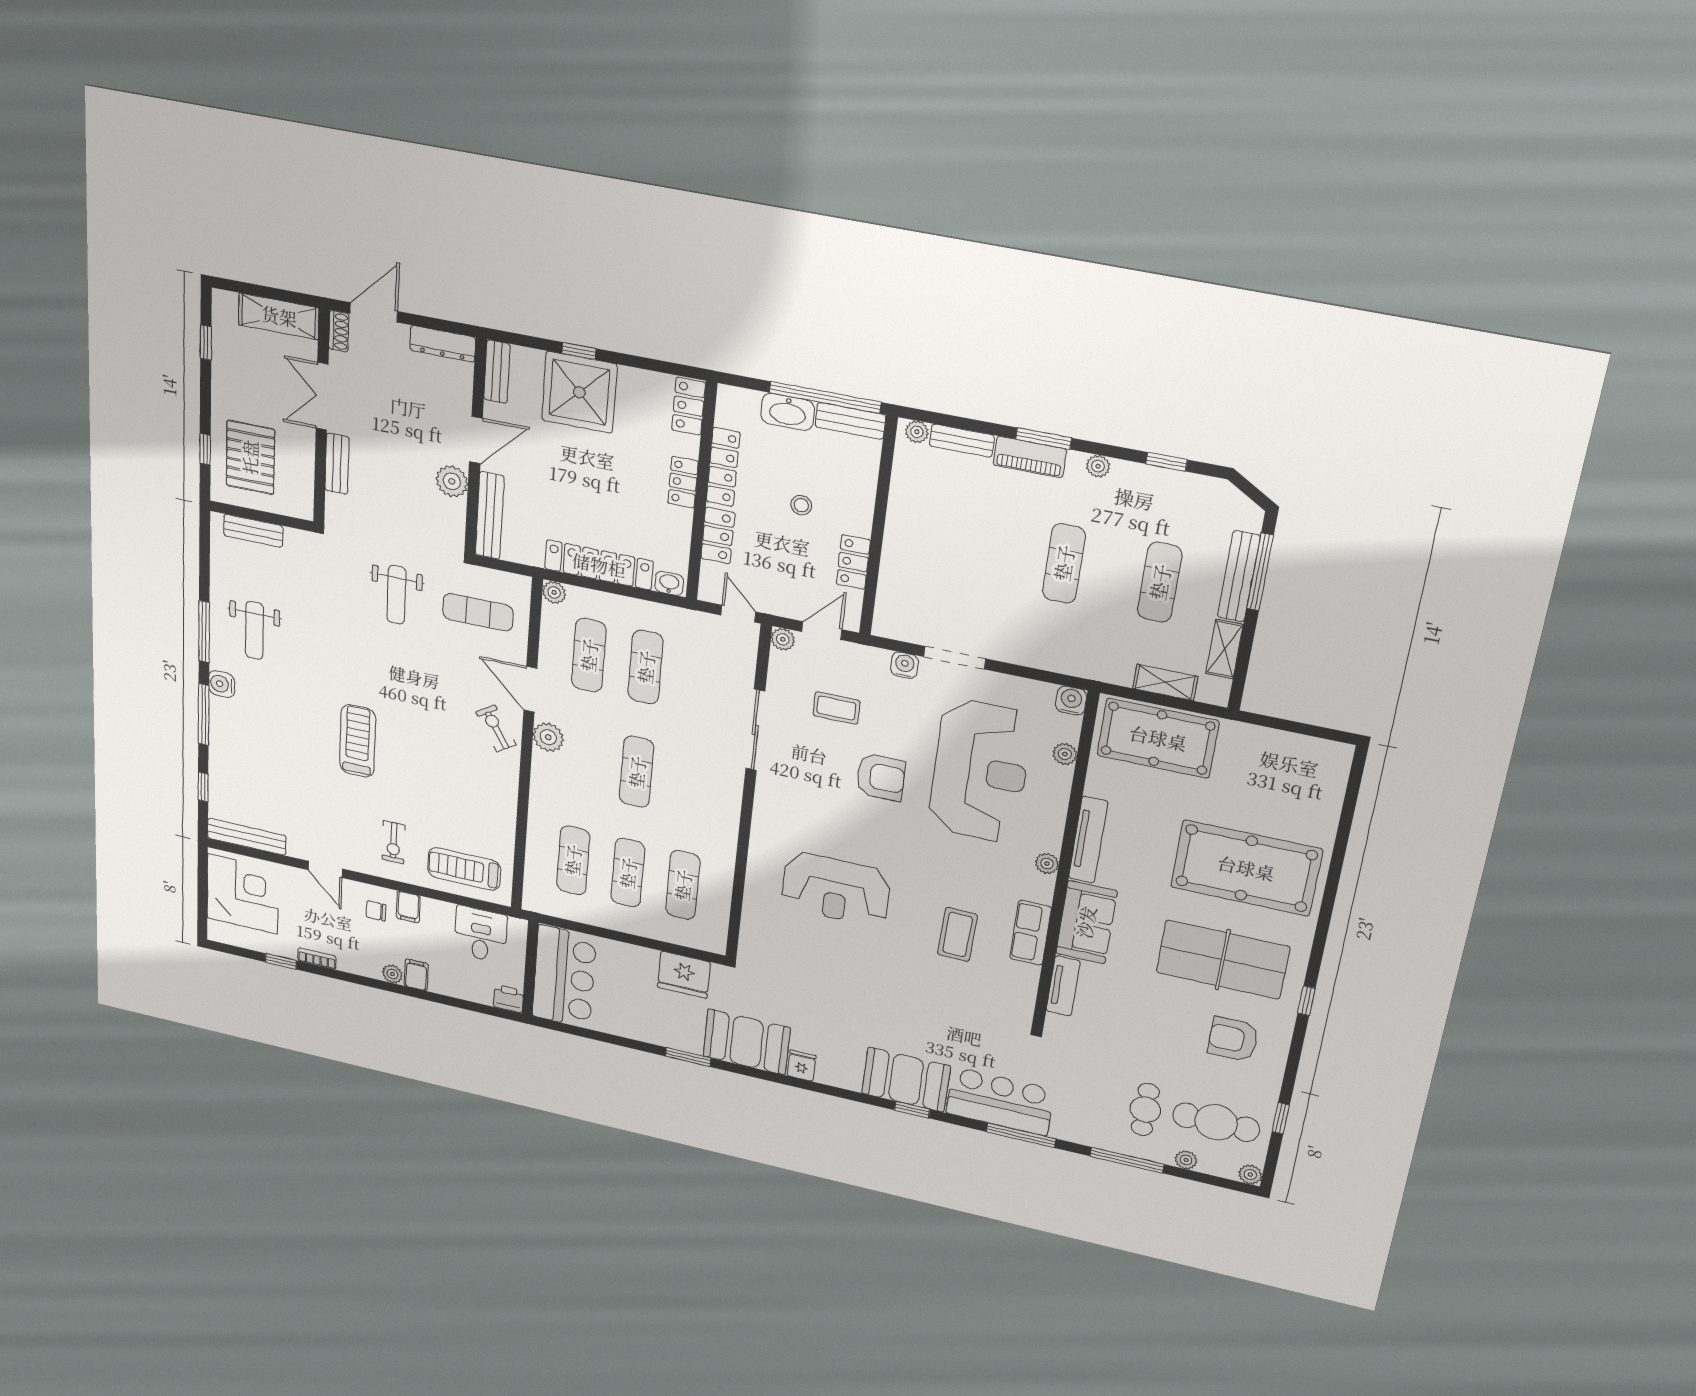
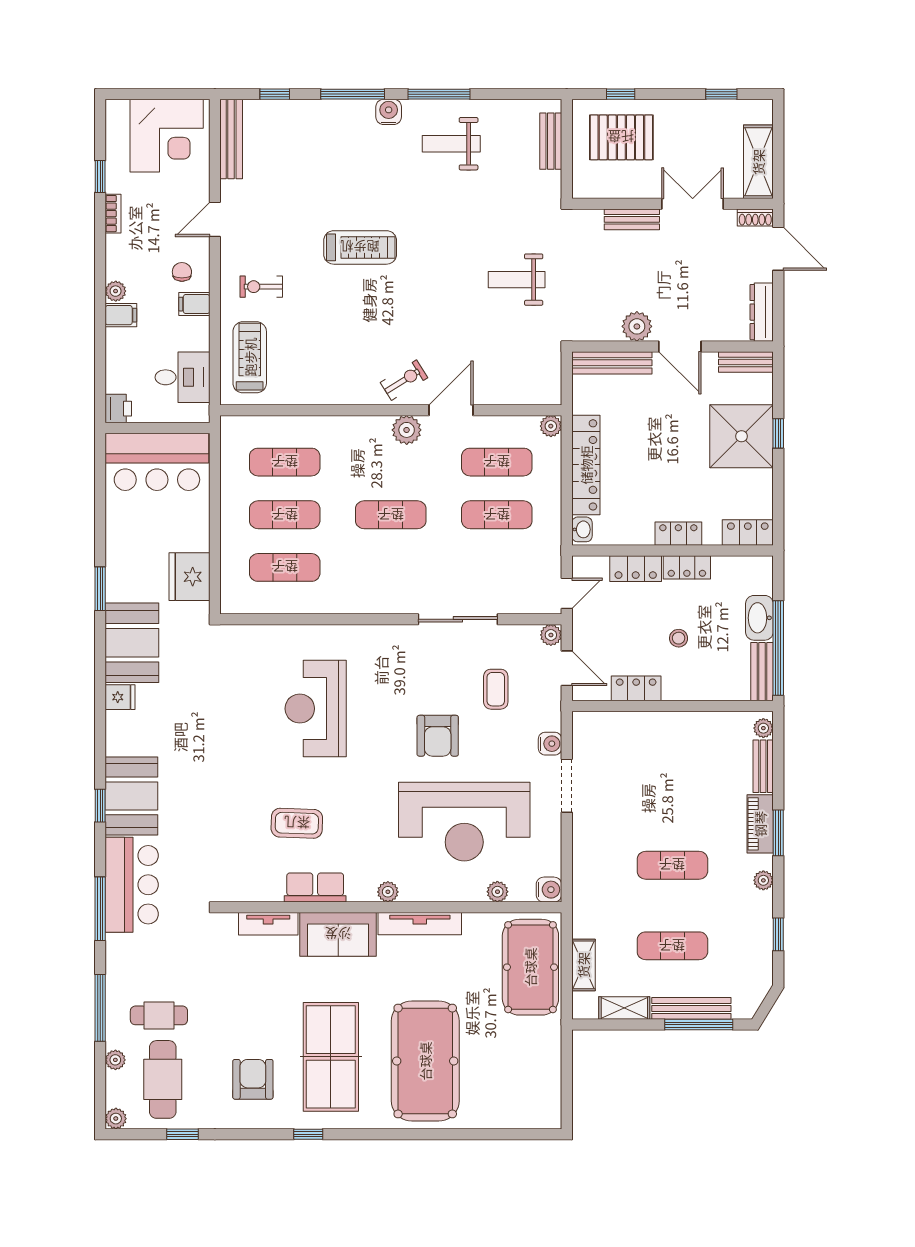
locker: (723, 467) -> (687, 567), width x0.66
exercise mat: (478, 612) -> (516, 357), removed

